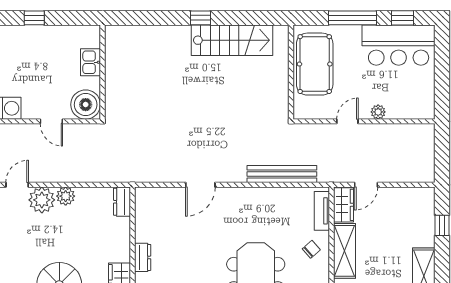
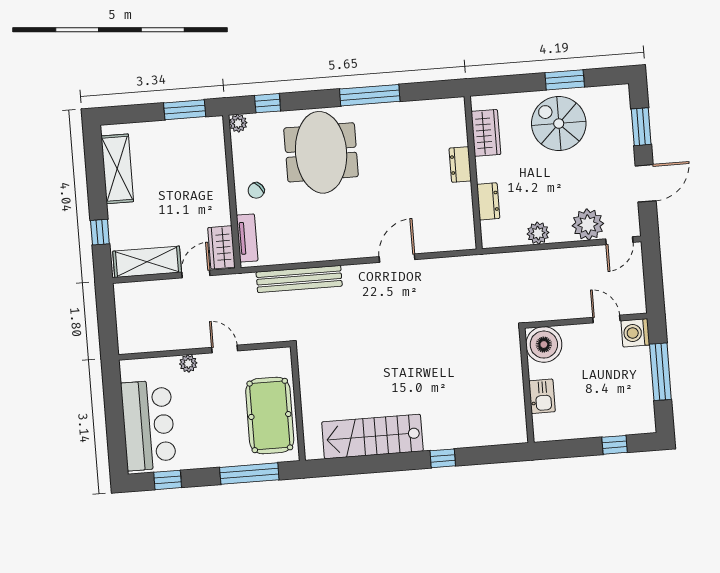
window: (200, 18) -> (443, 458), moved
window: (352, 18) -> (249, 474), moved
bar counter: (399, 45) -> (148, 425), moved, turned 90
door: (51, 121) -> (606, 319), moved
door: (347, 121) -> (225, 349), swing flipped
plant: (66, 196) -> (538, 233), moved
dresser: (122, 202) -> (488, 201), moved
shelving: (344, 251) -> (147, 262), moved, turned 90

